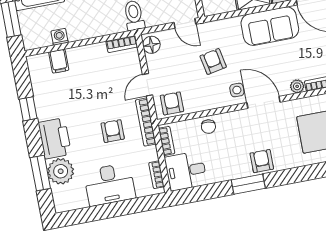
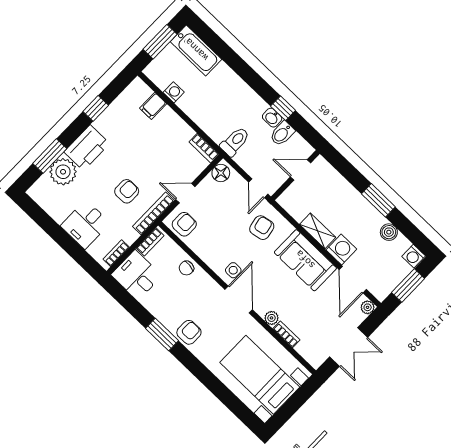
armchair: (213, 61) -> (262, 228), moved
desk: (110, 184) -> (85, 224), width x0.73

